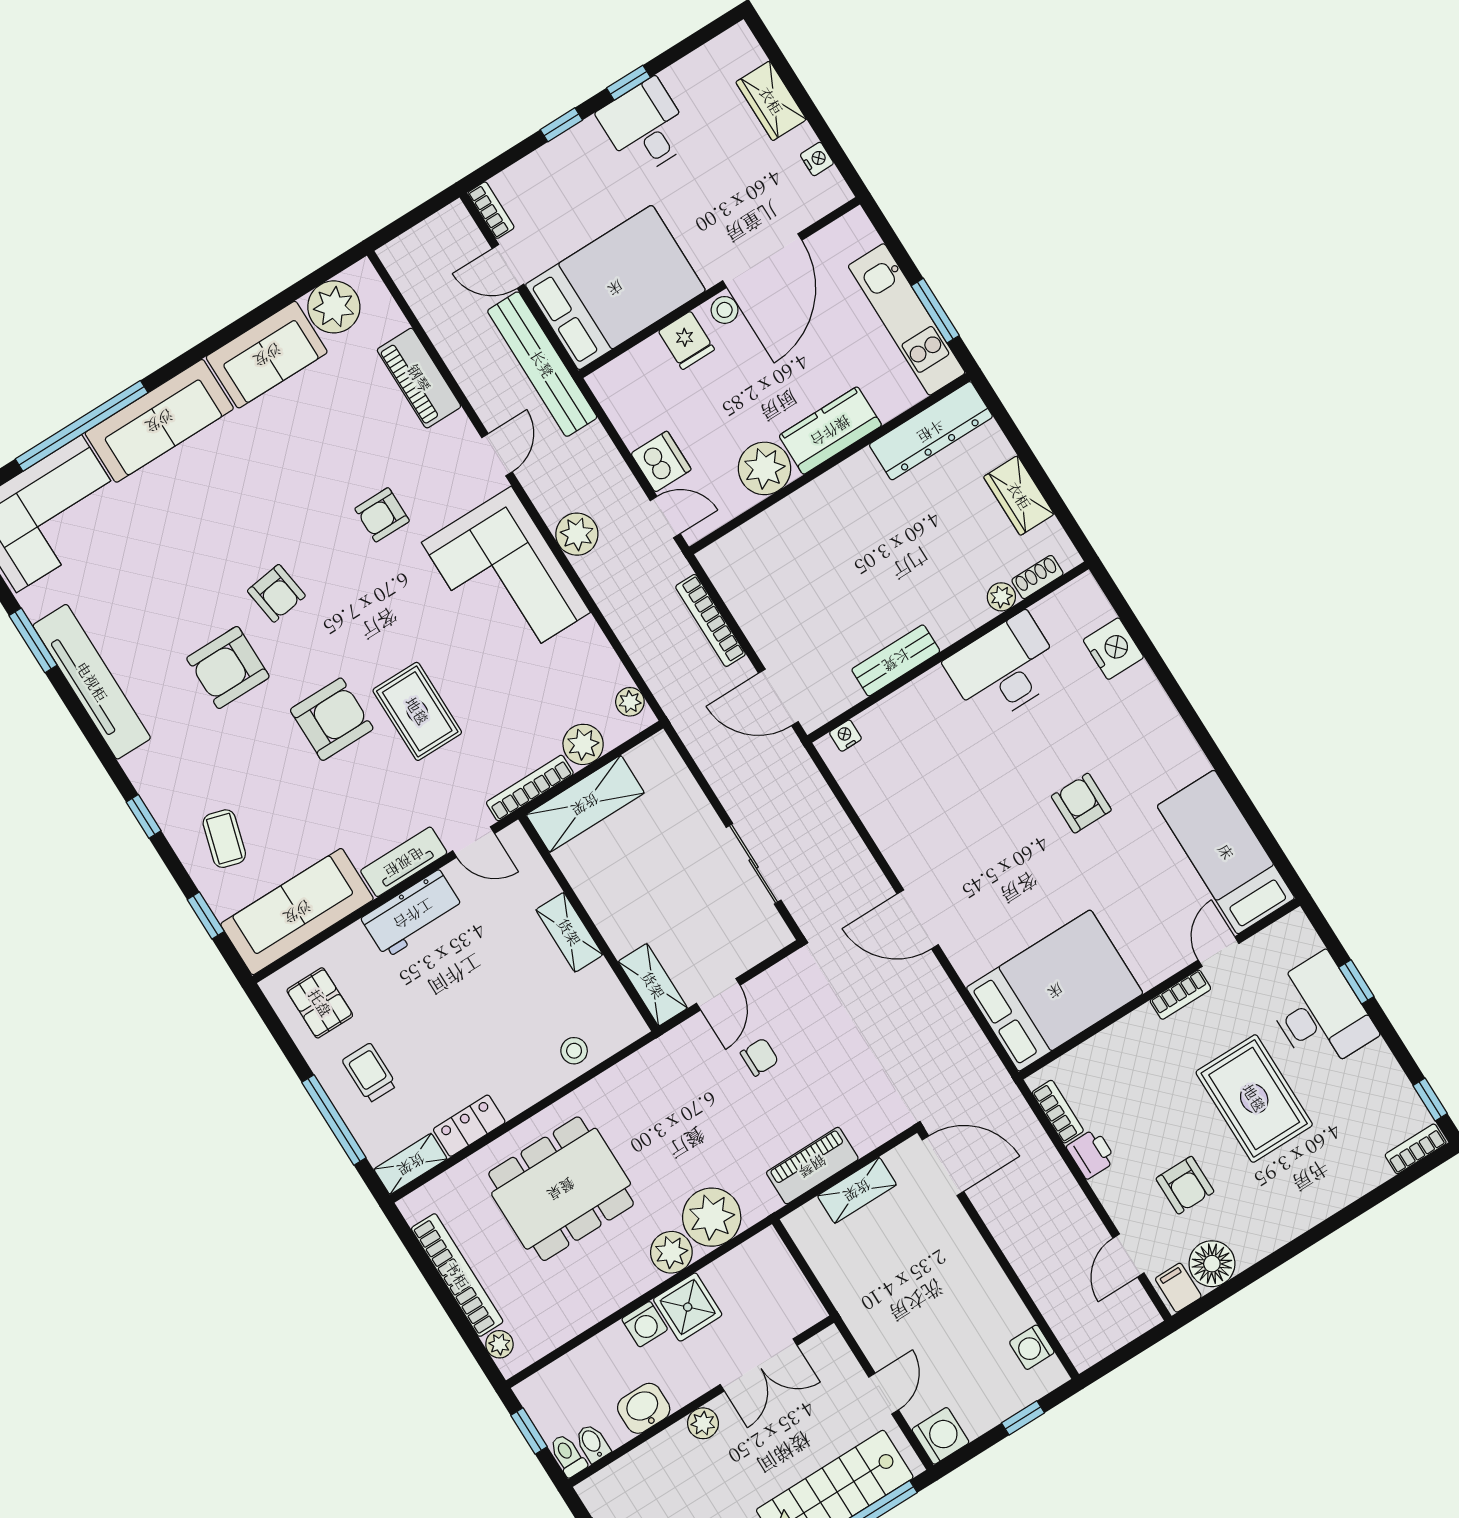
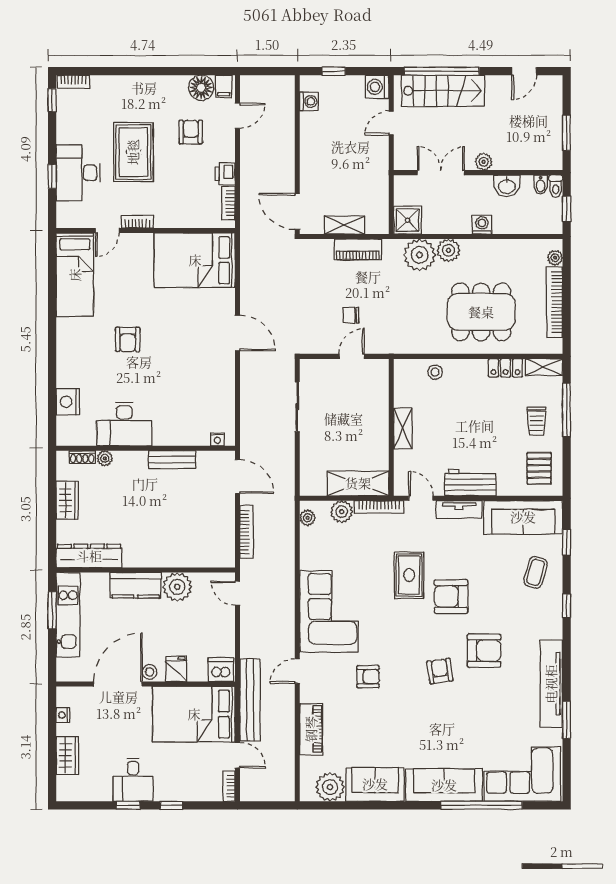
dishwasher: (661, 462) -> (221, 670), moved, turned 90
plant: (577, 534) -> (283, 611), removed
shelving: (653, 985) -> (379, 380), removed
shower: (688, 1307) -> (408, 220), moved

